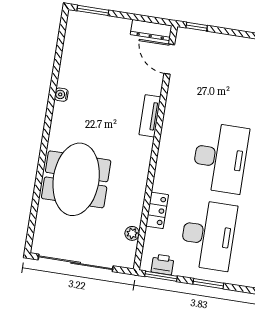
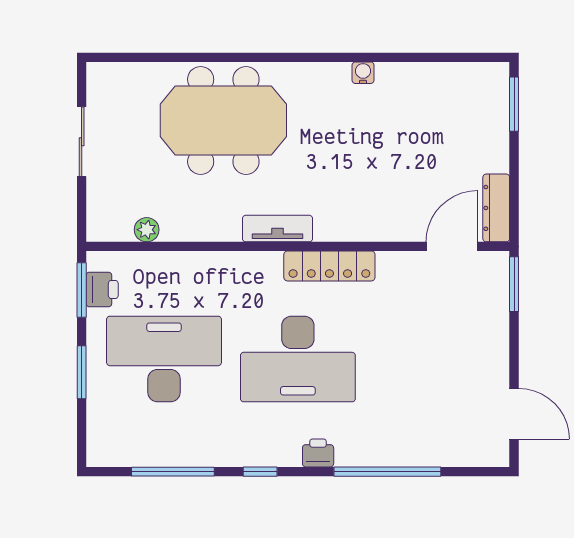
window: (197, 27) -> (514, 284), width x1.50
tv unit: (150, 116) -> (278, 229), moved
locker: (157, 210) -> (329, 266), moved, width x1.53
desk: (208, 235) -> (164, 359), turned 180
sliding door: (76, 263) -> (82, 142), width x0.54

